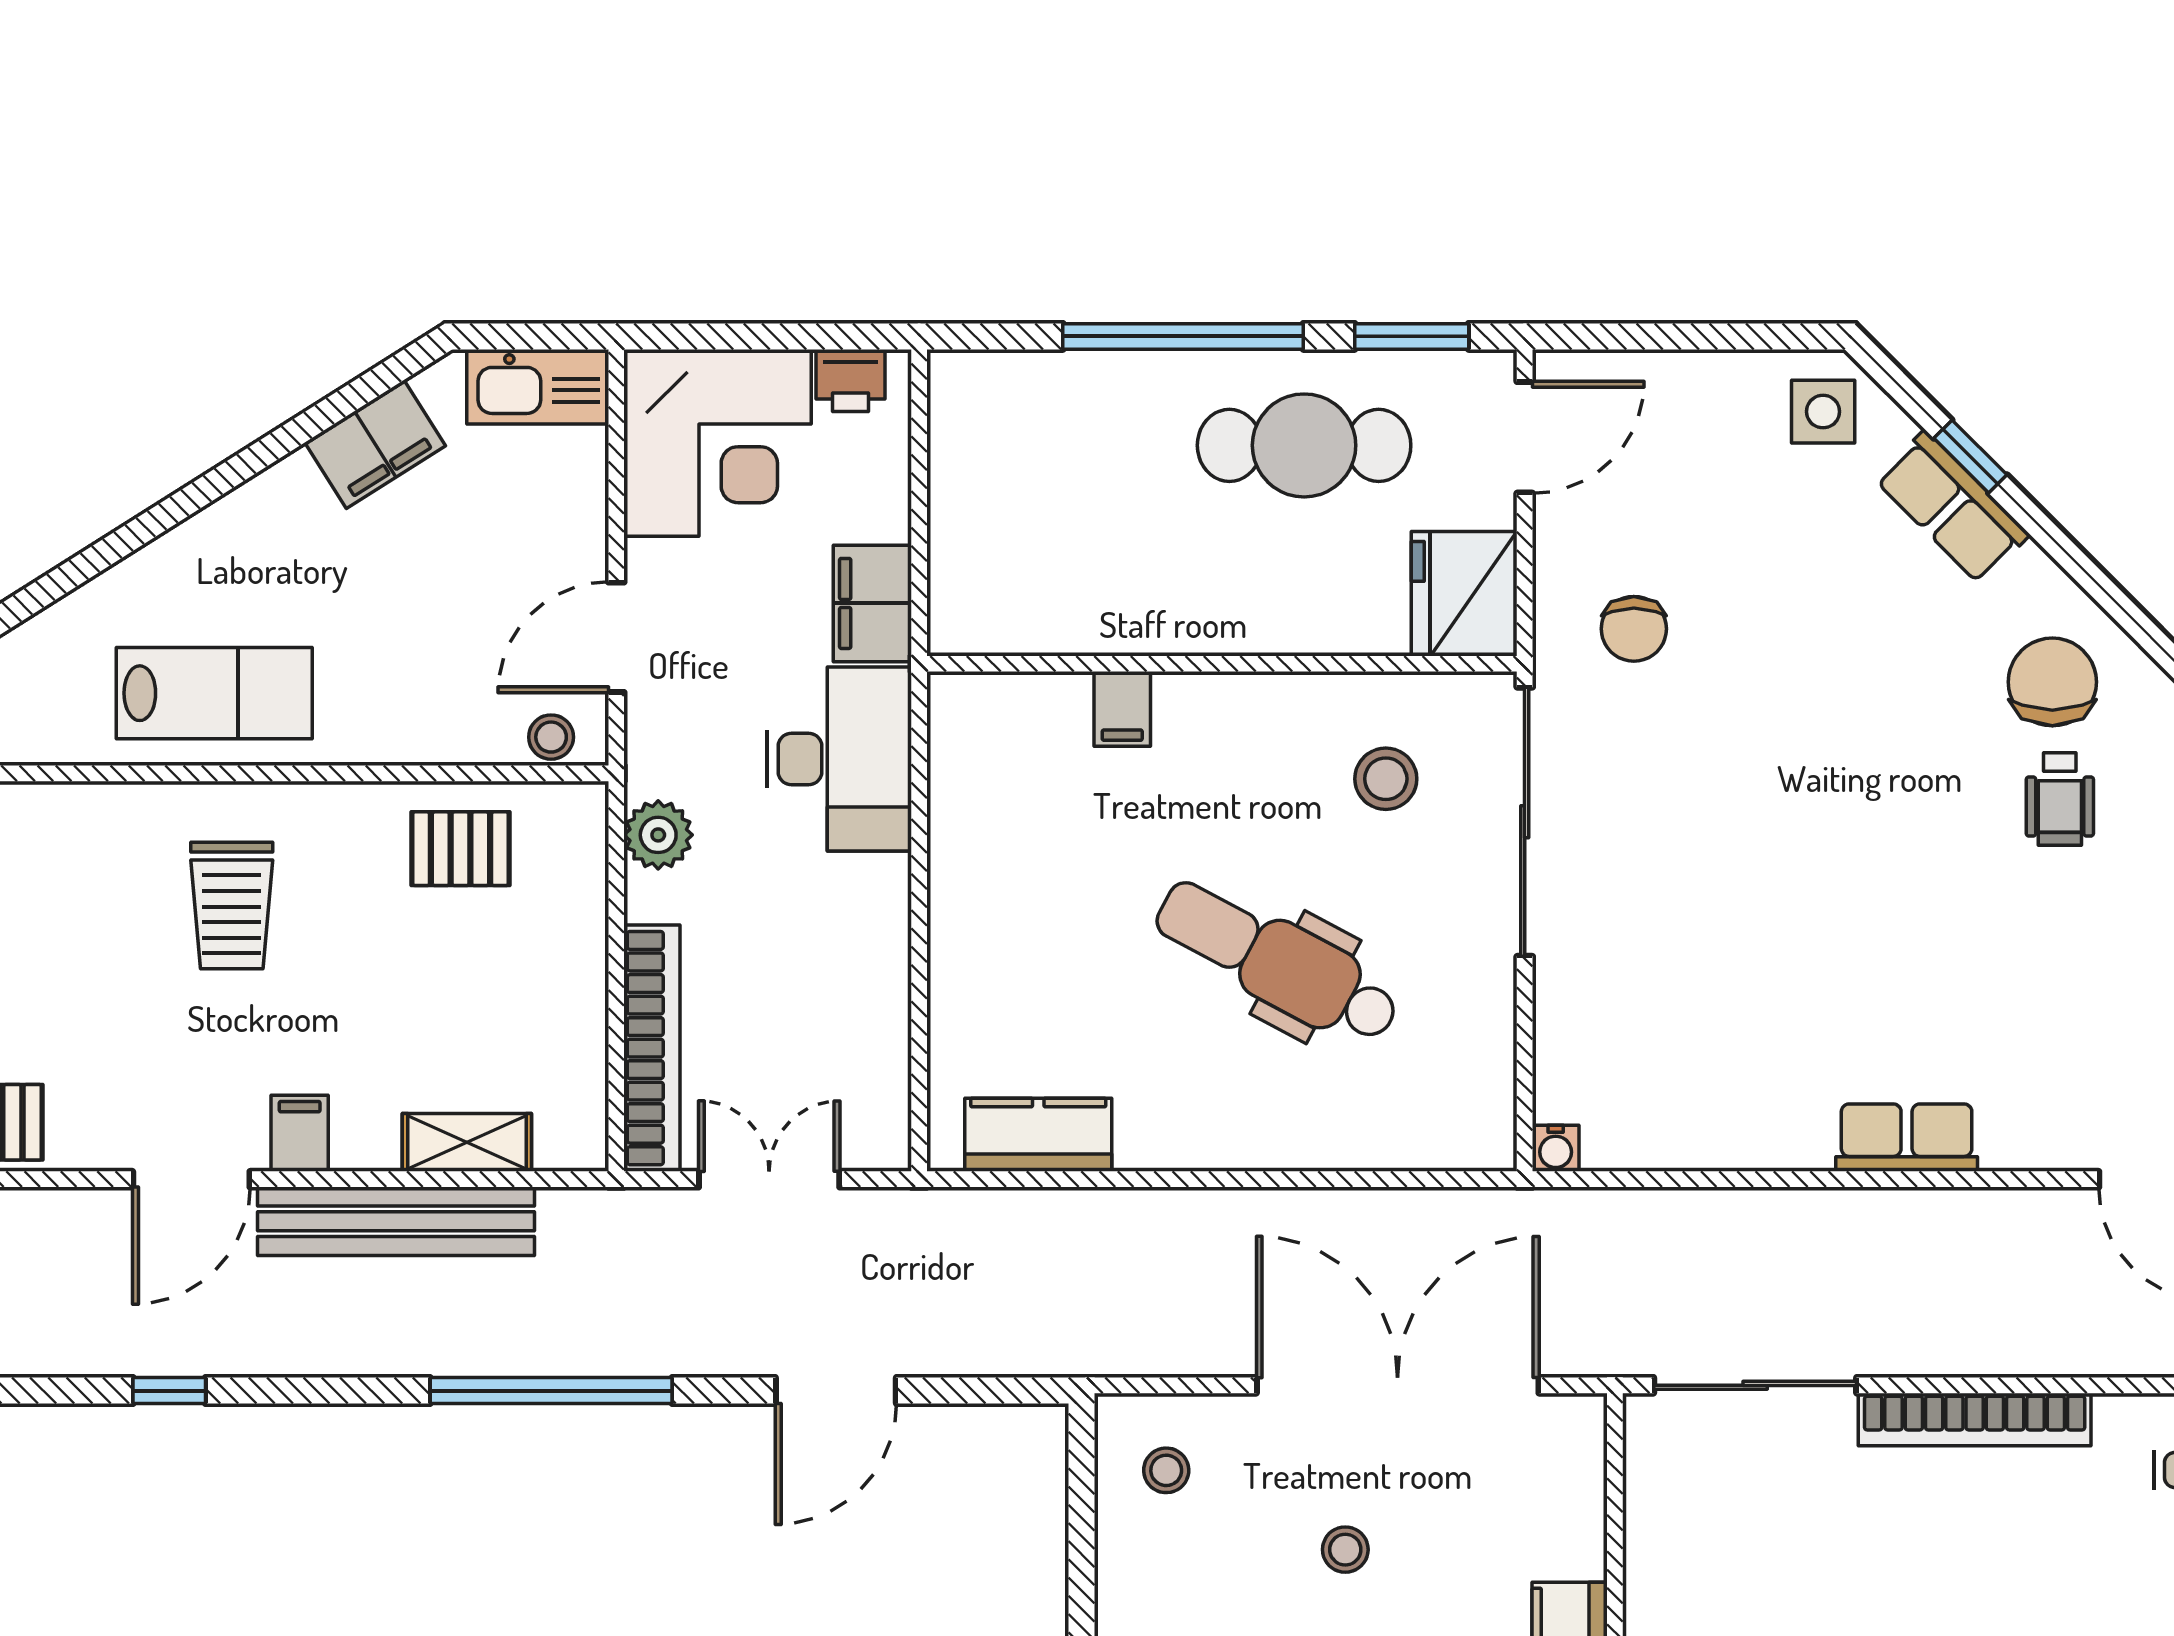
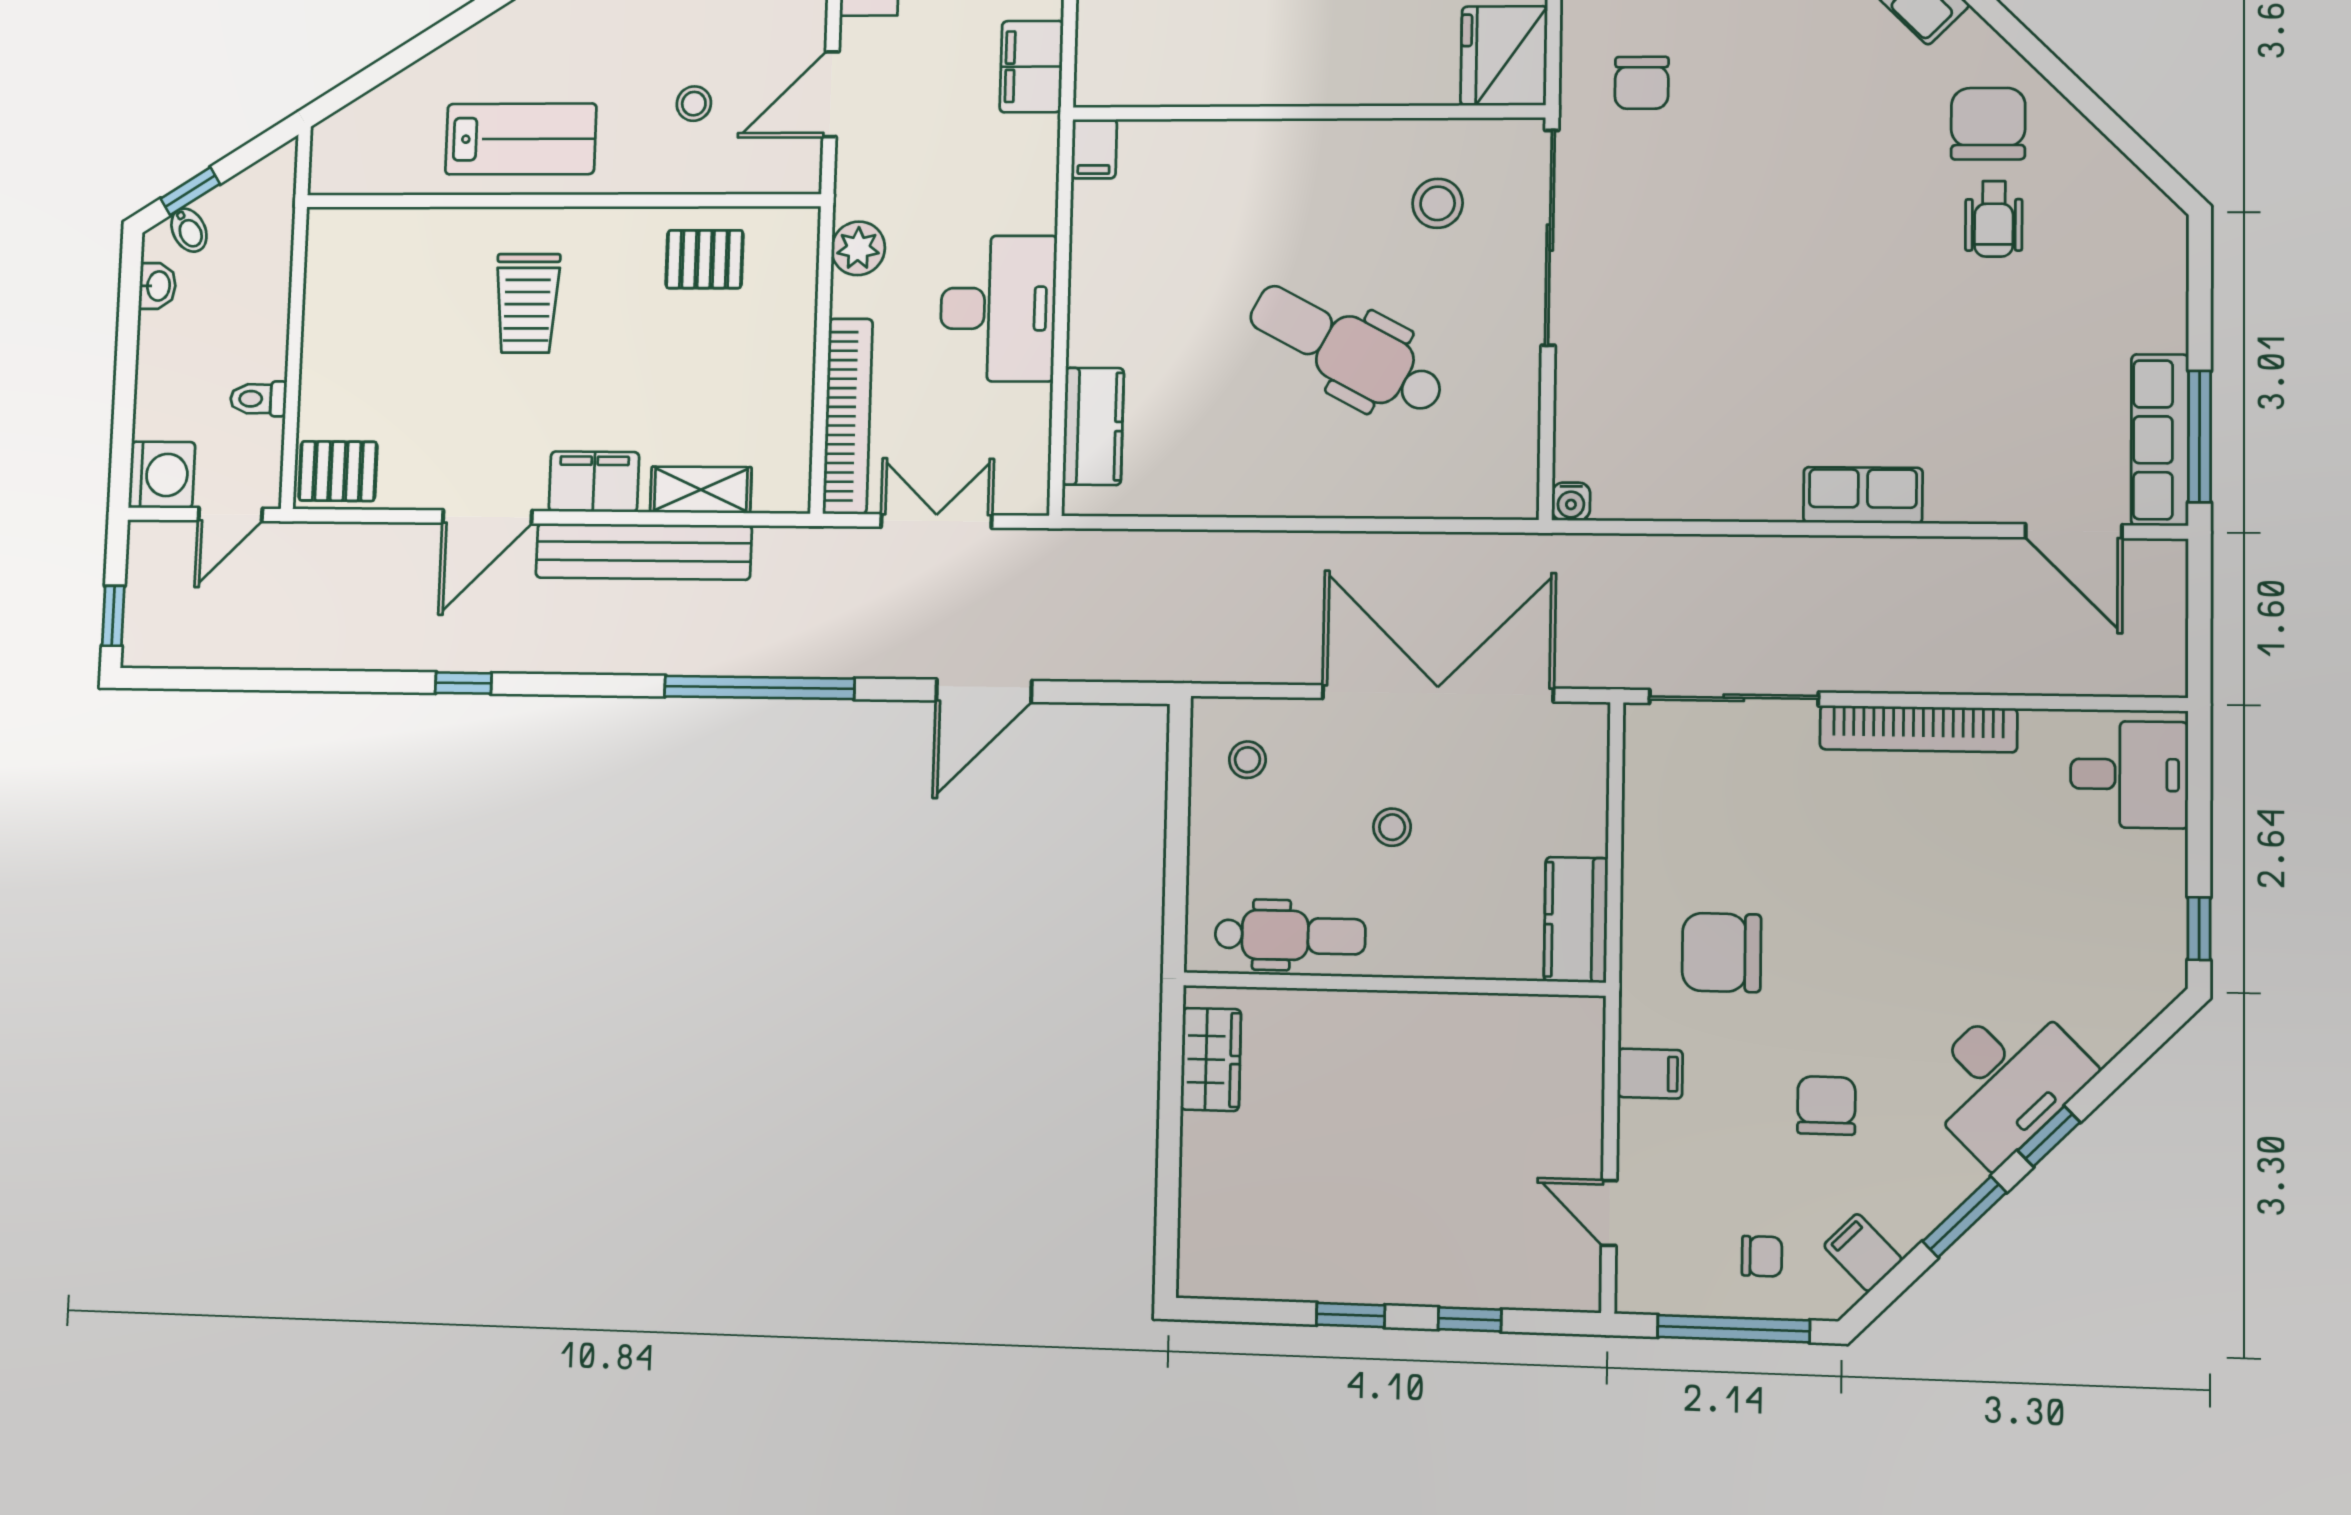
filing cabinet: (1122, 709) -> (1094, 149), moved
stool: (551, 737) -> (694, 104), moved
desk: (839, 759) -> (998, 308), moved
filing cabinet: (300, 1133) -> (594, 482), width x2.00
kitchen counter: (1038, 1135) -> (1093, 426), moved, turned 90

